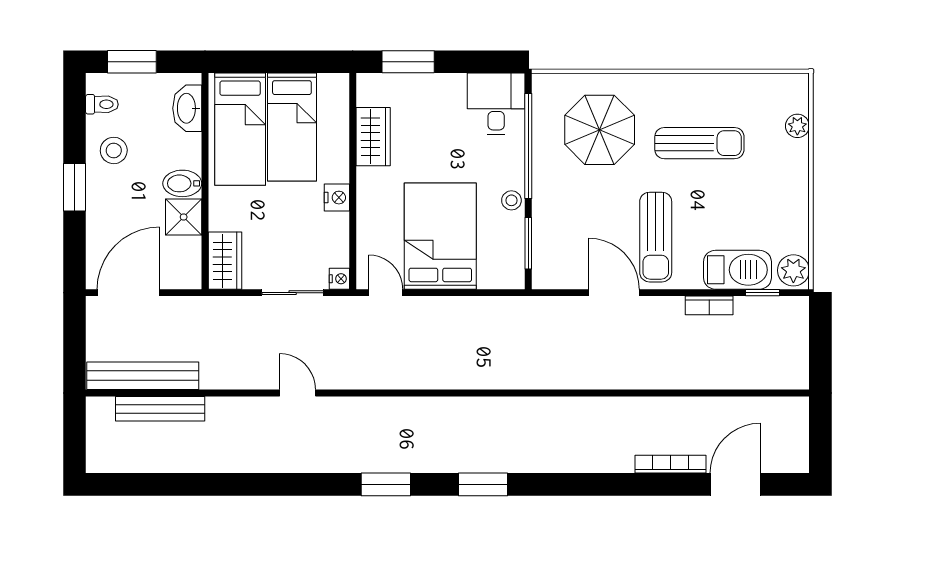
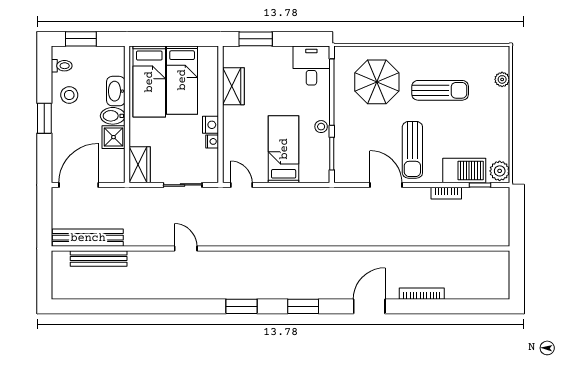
washbasin: (187, 108) -> (116, 91), moved
bed: (440, 236) -> (284, 149), width x0.67
nightstand: (339, 279) -> (212, 141), moved
door: (735, 484) -> (369, 306), moved

